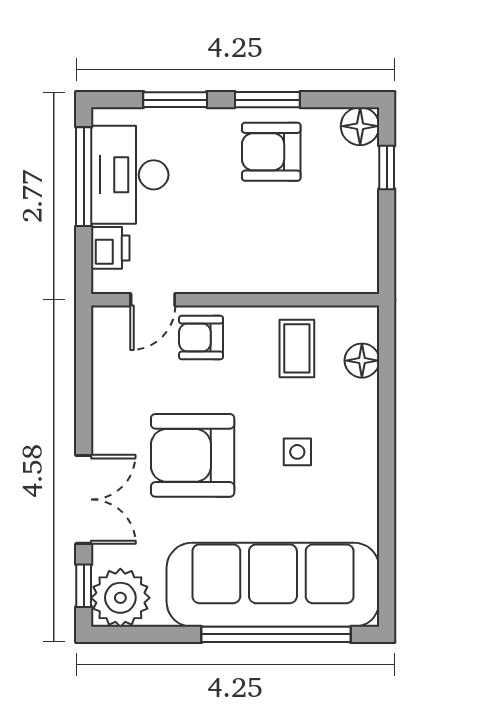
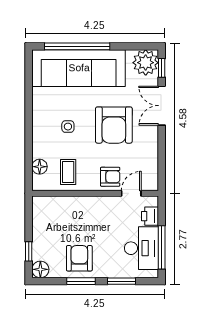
armchair: (271, 152) -> (79, 258), turned -90
armchair: (193, 455) -> (114, 125), turned 90

